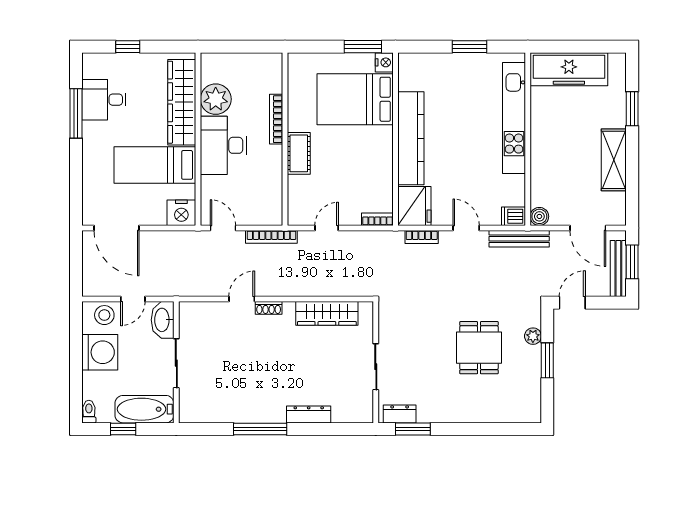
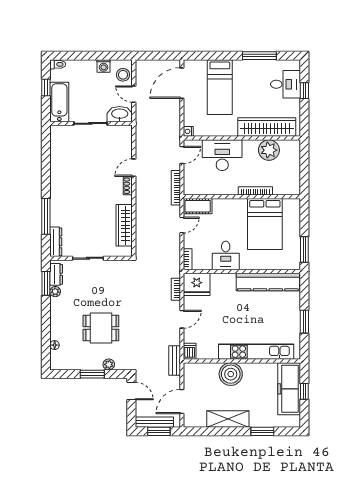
window: (573, 47) -> (304, 391), added
nightstand: (384, 62) -> (294, 264), removed
bed: (355, 99) -> (265, 224), moved, turned 180
desk: (104, 100) -> (286, 84), moved, turned 90
kitchen counter: (411, 138) -> (268, 282), moved
desk: (223, 145) -> (222, 155), moved
cot: (299, 153) -> (198, 206), moved
desk: (372, 163) -> (226, 256), added
bed: (155, 165) -> (220, 87), moved, turned 180
nightstand: (181, 213) -> (188, 131), width x0.53, depth x0.56
boiler: (539, 216) -> (231, 374), moved, width x1.86, depth x1.86
door: (327, 228) -> (182, 225), hinge flipped
bench: (519, 239) -> (175, 361), width x0.73
door: (242, 299) -> (134, 168), swing flipped
washing machine: (100, 352) -> (104, 66), width x0.53, depth x0.53
dresser: (309, 414) -> (56, 242), moved
plant: (425, 415) -> (55, 292), added
floor lamp: (504, 416) -> (55, 345), added
window: (260, 429) -> (46, 216), moved

